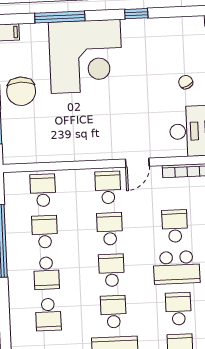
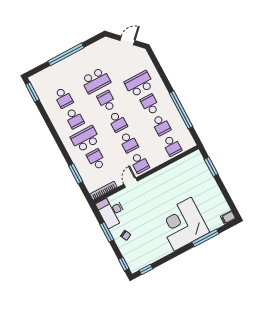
window: (136, 14) -> (146, 269), moved
chair: (21, 91) -> (207, 191), removed
school desk: (175, 226) -> (96, 160), turned 180
school desk: (113, 312) -> (107, 101), turned 180
school desk: (48, 315) -> (139, 84), width x1.85

